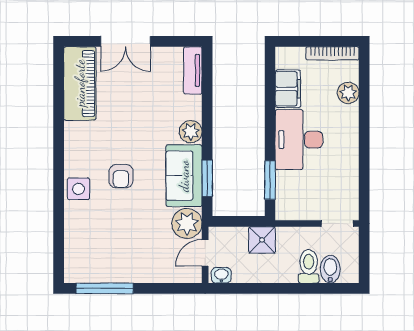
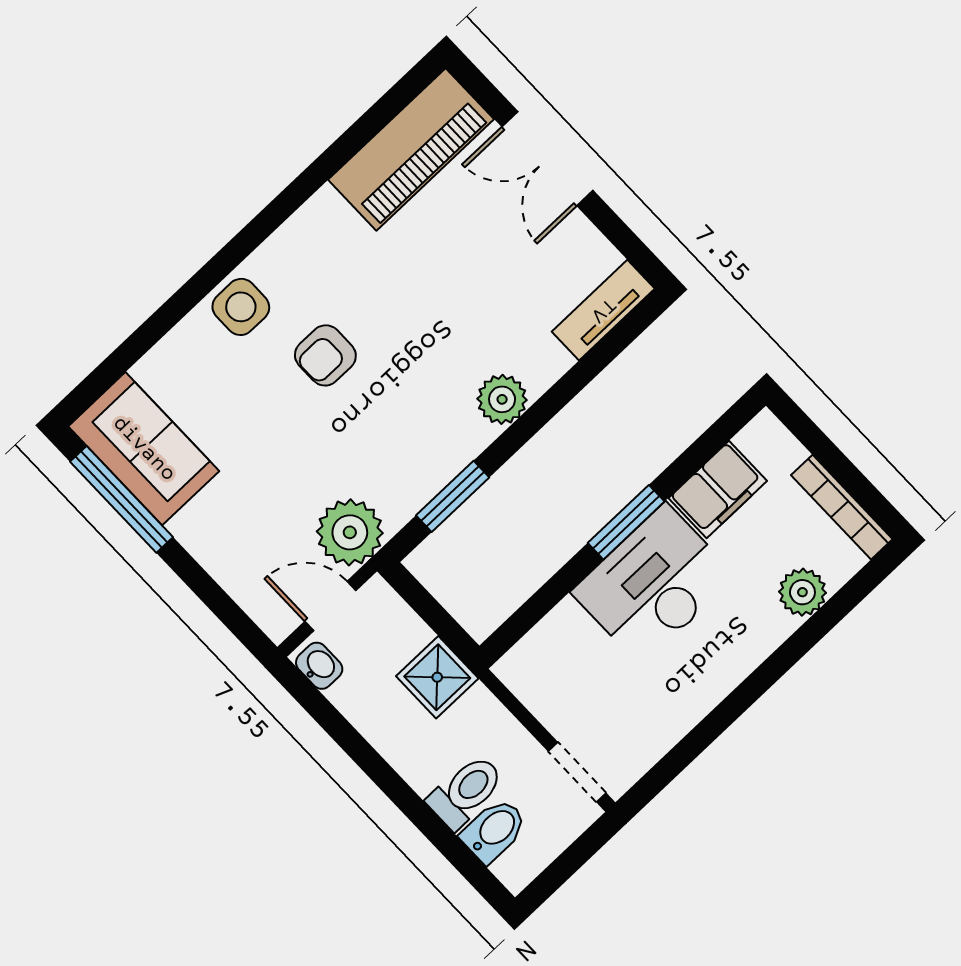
sofa: (184, 176) -> (144, 449), moved, turned 90
window: (270, 180) -> (626, 522), moved

